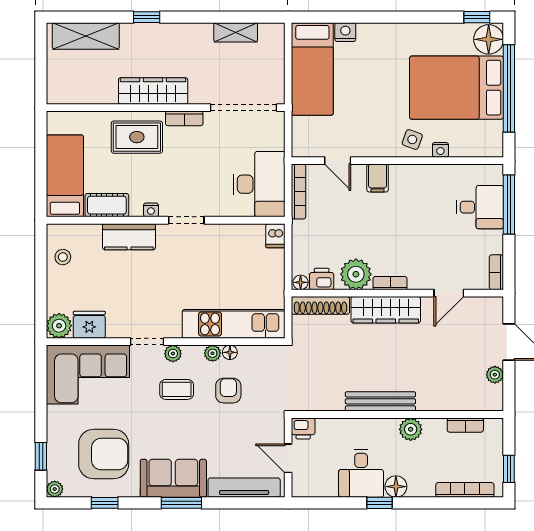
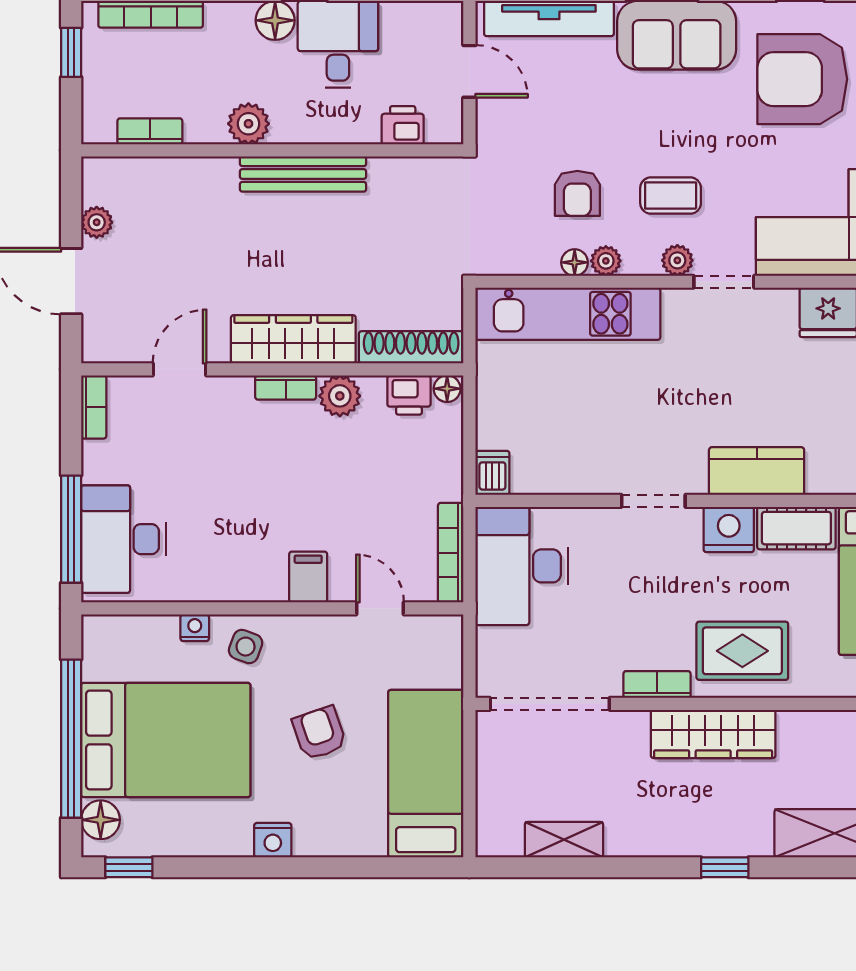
nightstand: (345, 32) -> (273, 840), moved
floor lamp: (489, 39) -> (101, 820), width x0.73, depth x0.73
armchair: (371, 92) -> (319, 733), added
desk: (480, 207) -> (123, 539), width x1.37
nightstand: (151, 210) -> (729, 529), width x1.89, depth x1.79
plant: (356, 274) -> (340, 396), width x0.73, depth x0.73
printer: (303, 428) -> (403, 125), moved

